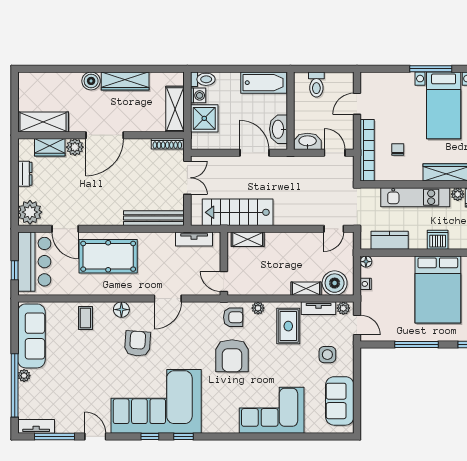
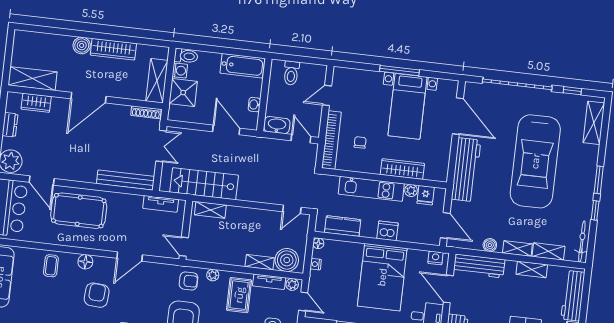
washbasin: (278, 129) -> (254, 105), width x0.52, depth x0.69
plant: (75, 147) -> (59, 105), removed

